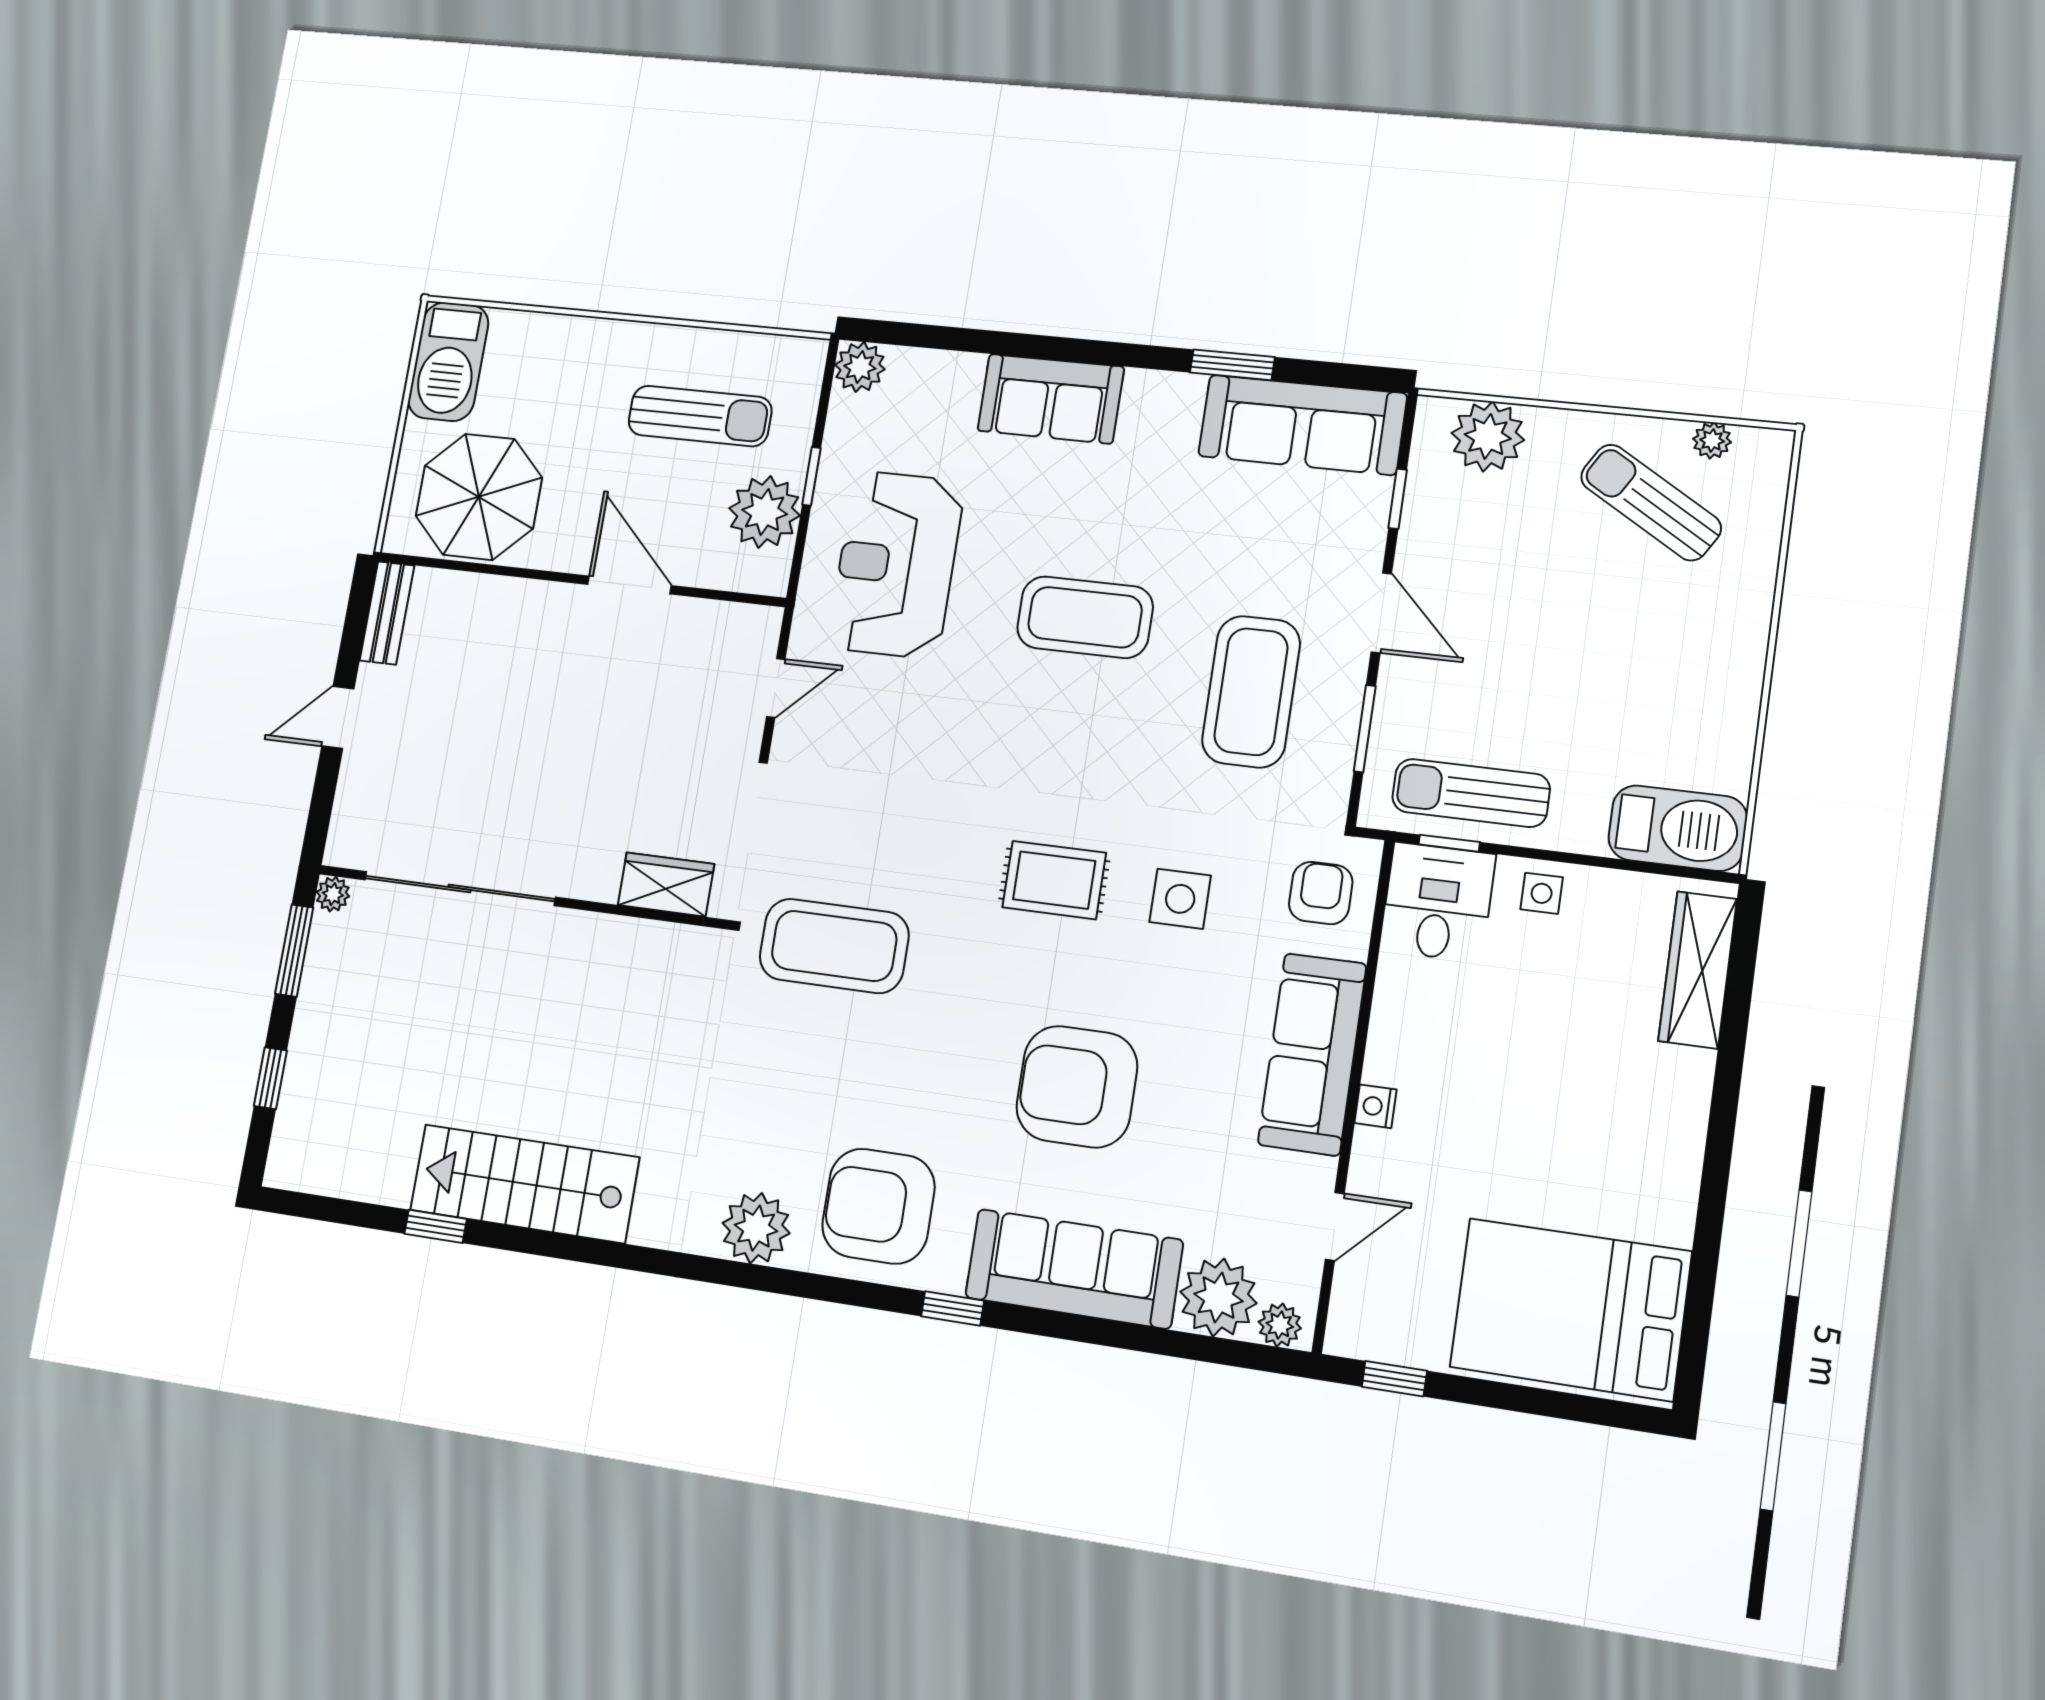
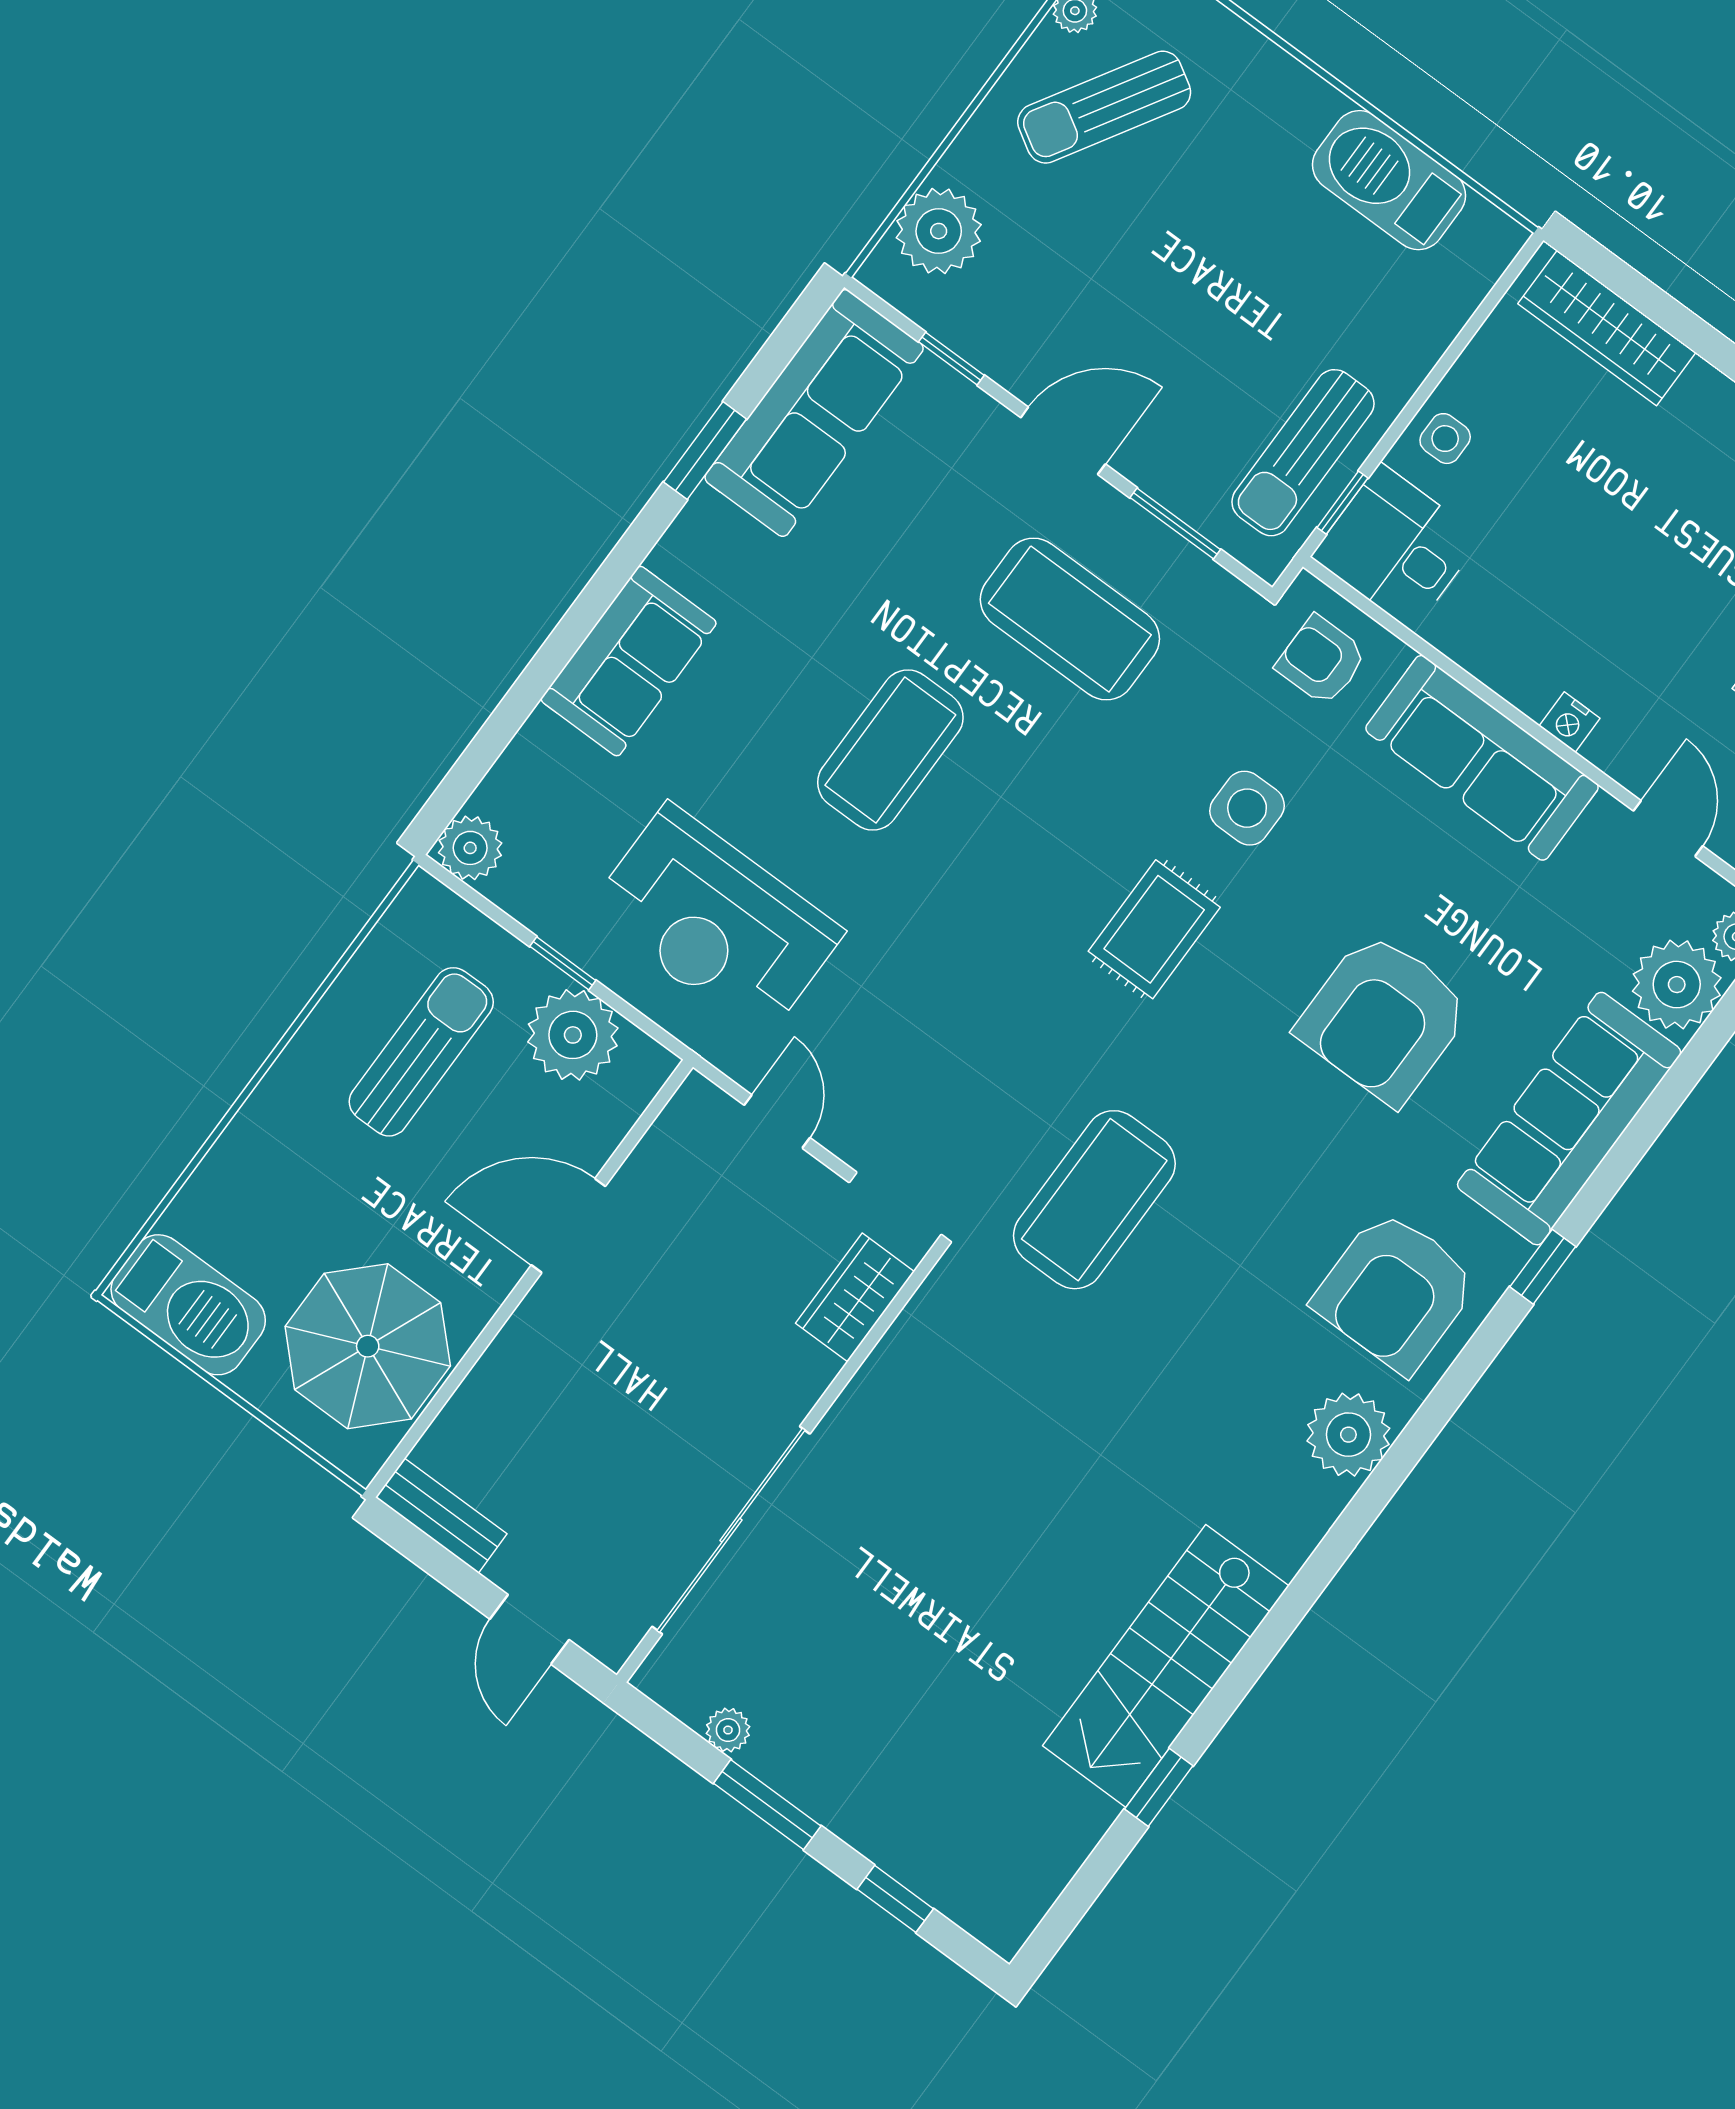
barbecue: (1678, 828) -> (1389, 180), moved, turned -90
wardrobe: (666, 884) -> (855, 1297), moved
sliding door: (460, 889) -> (731, 1530), moved
wall: (523, 897) -> (780, 1463), moved

